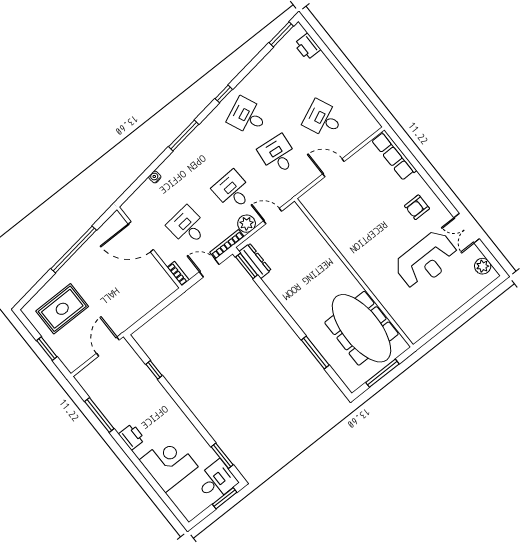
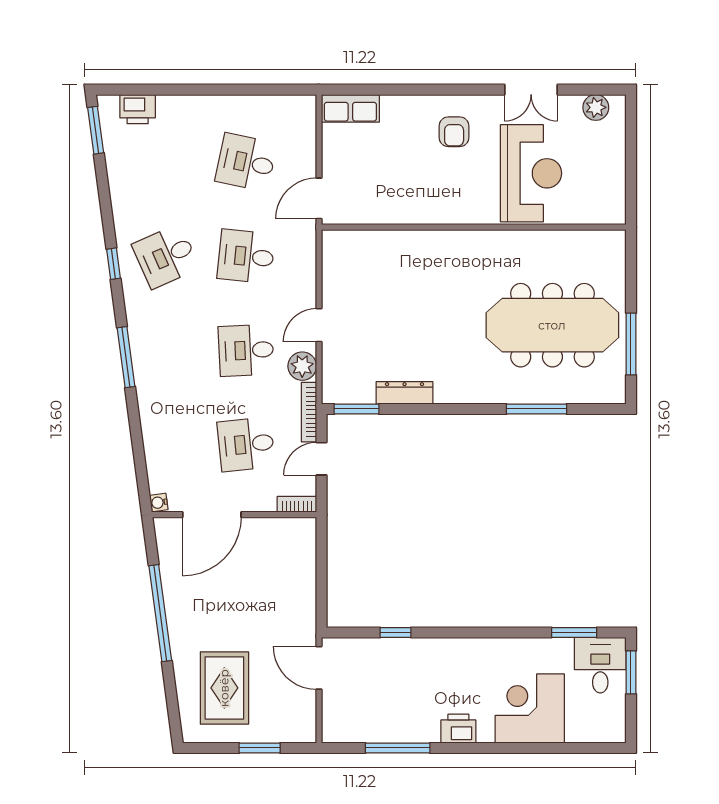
desk: (323, 119) -> (246, 162), turned 36
row of seats: (394, 155) -> (350, 108), width x0.68
water cooler: (155, 177) -> (159, 503), moved
dresser: (255, 261) -> (404, 393), moved
wall: (354, 273) -> (474, 227), moved

